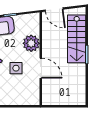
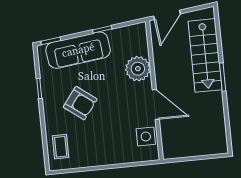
door: (54, 10) -> (167, 15), hinge flipped
side table: (16, 68) -> (146, 137), moved

